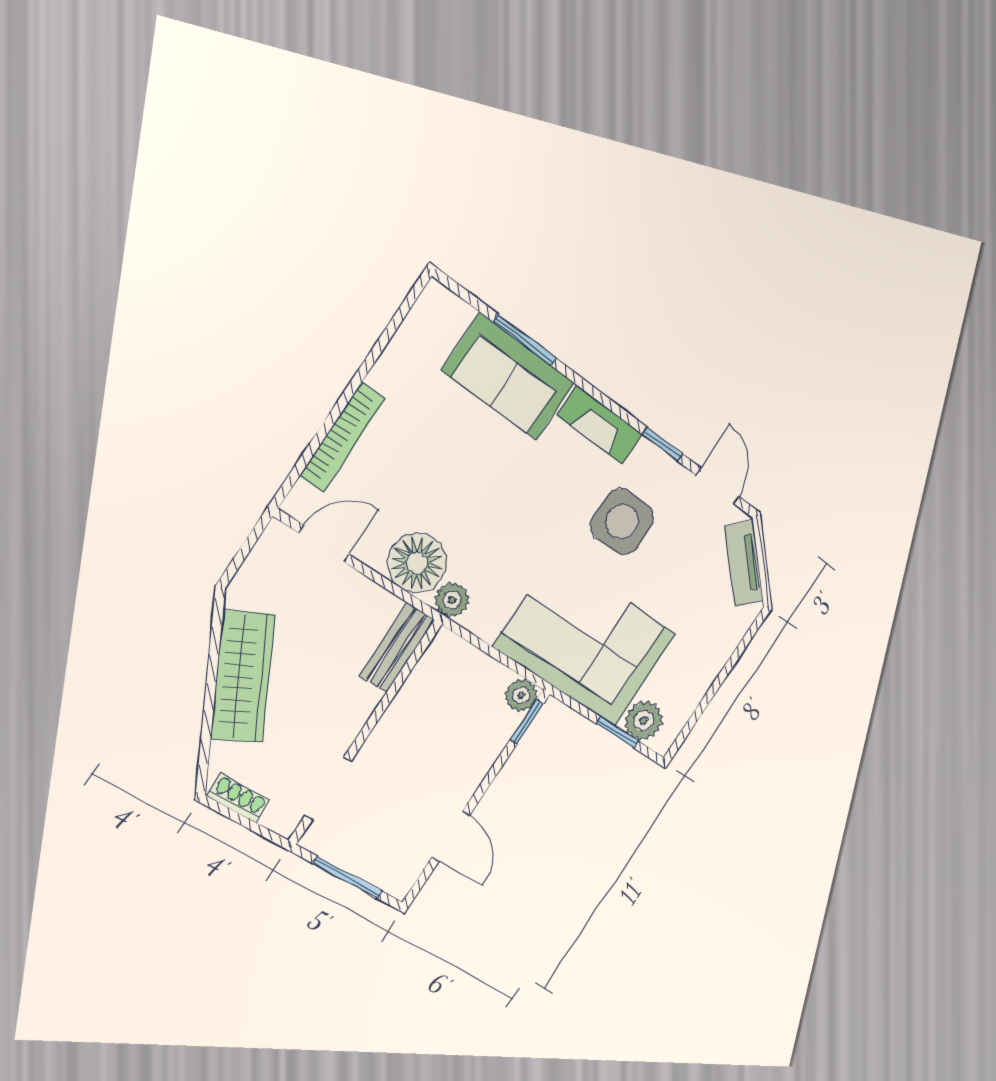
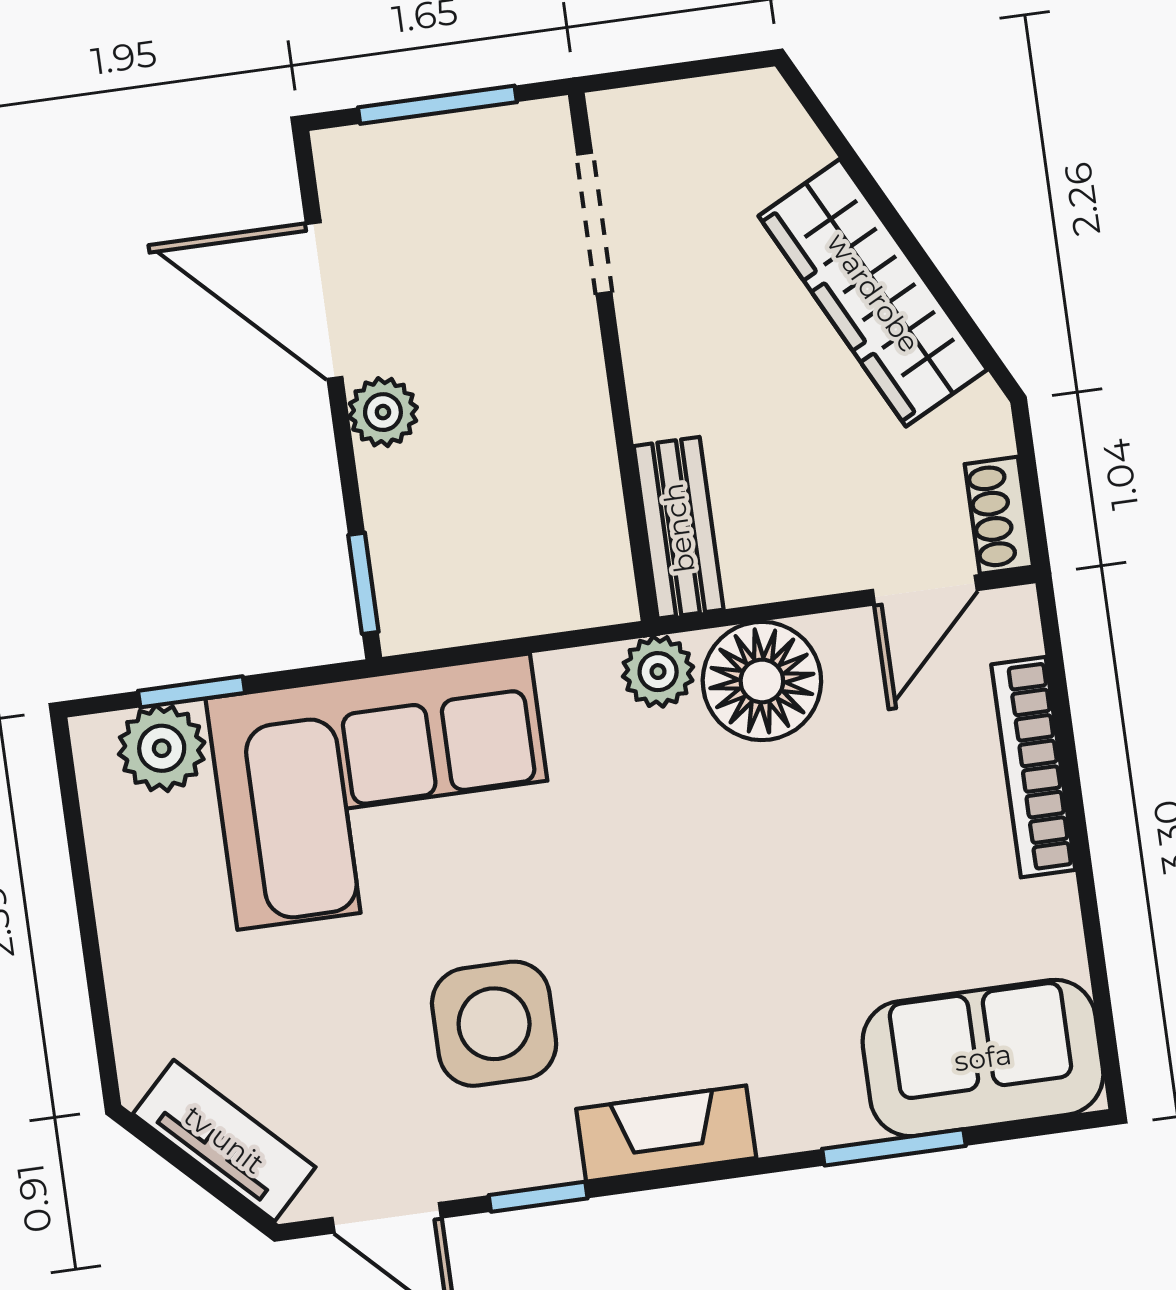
sofa: (509, 377) -> (983, 1058), moved
plant: (521, 695) -> (383, 412), moved
shoe rack: (238, 798) -> (999, 515), moved, turned 90
door: (451, 836) -> (324, 301), width x1.38

